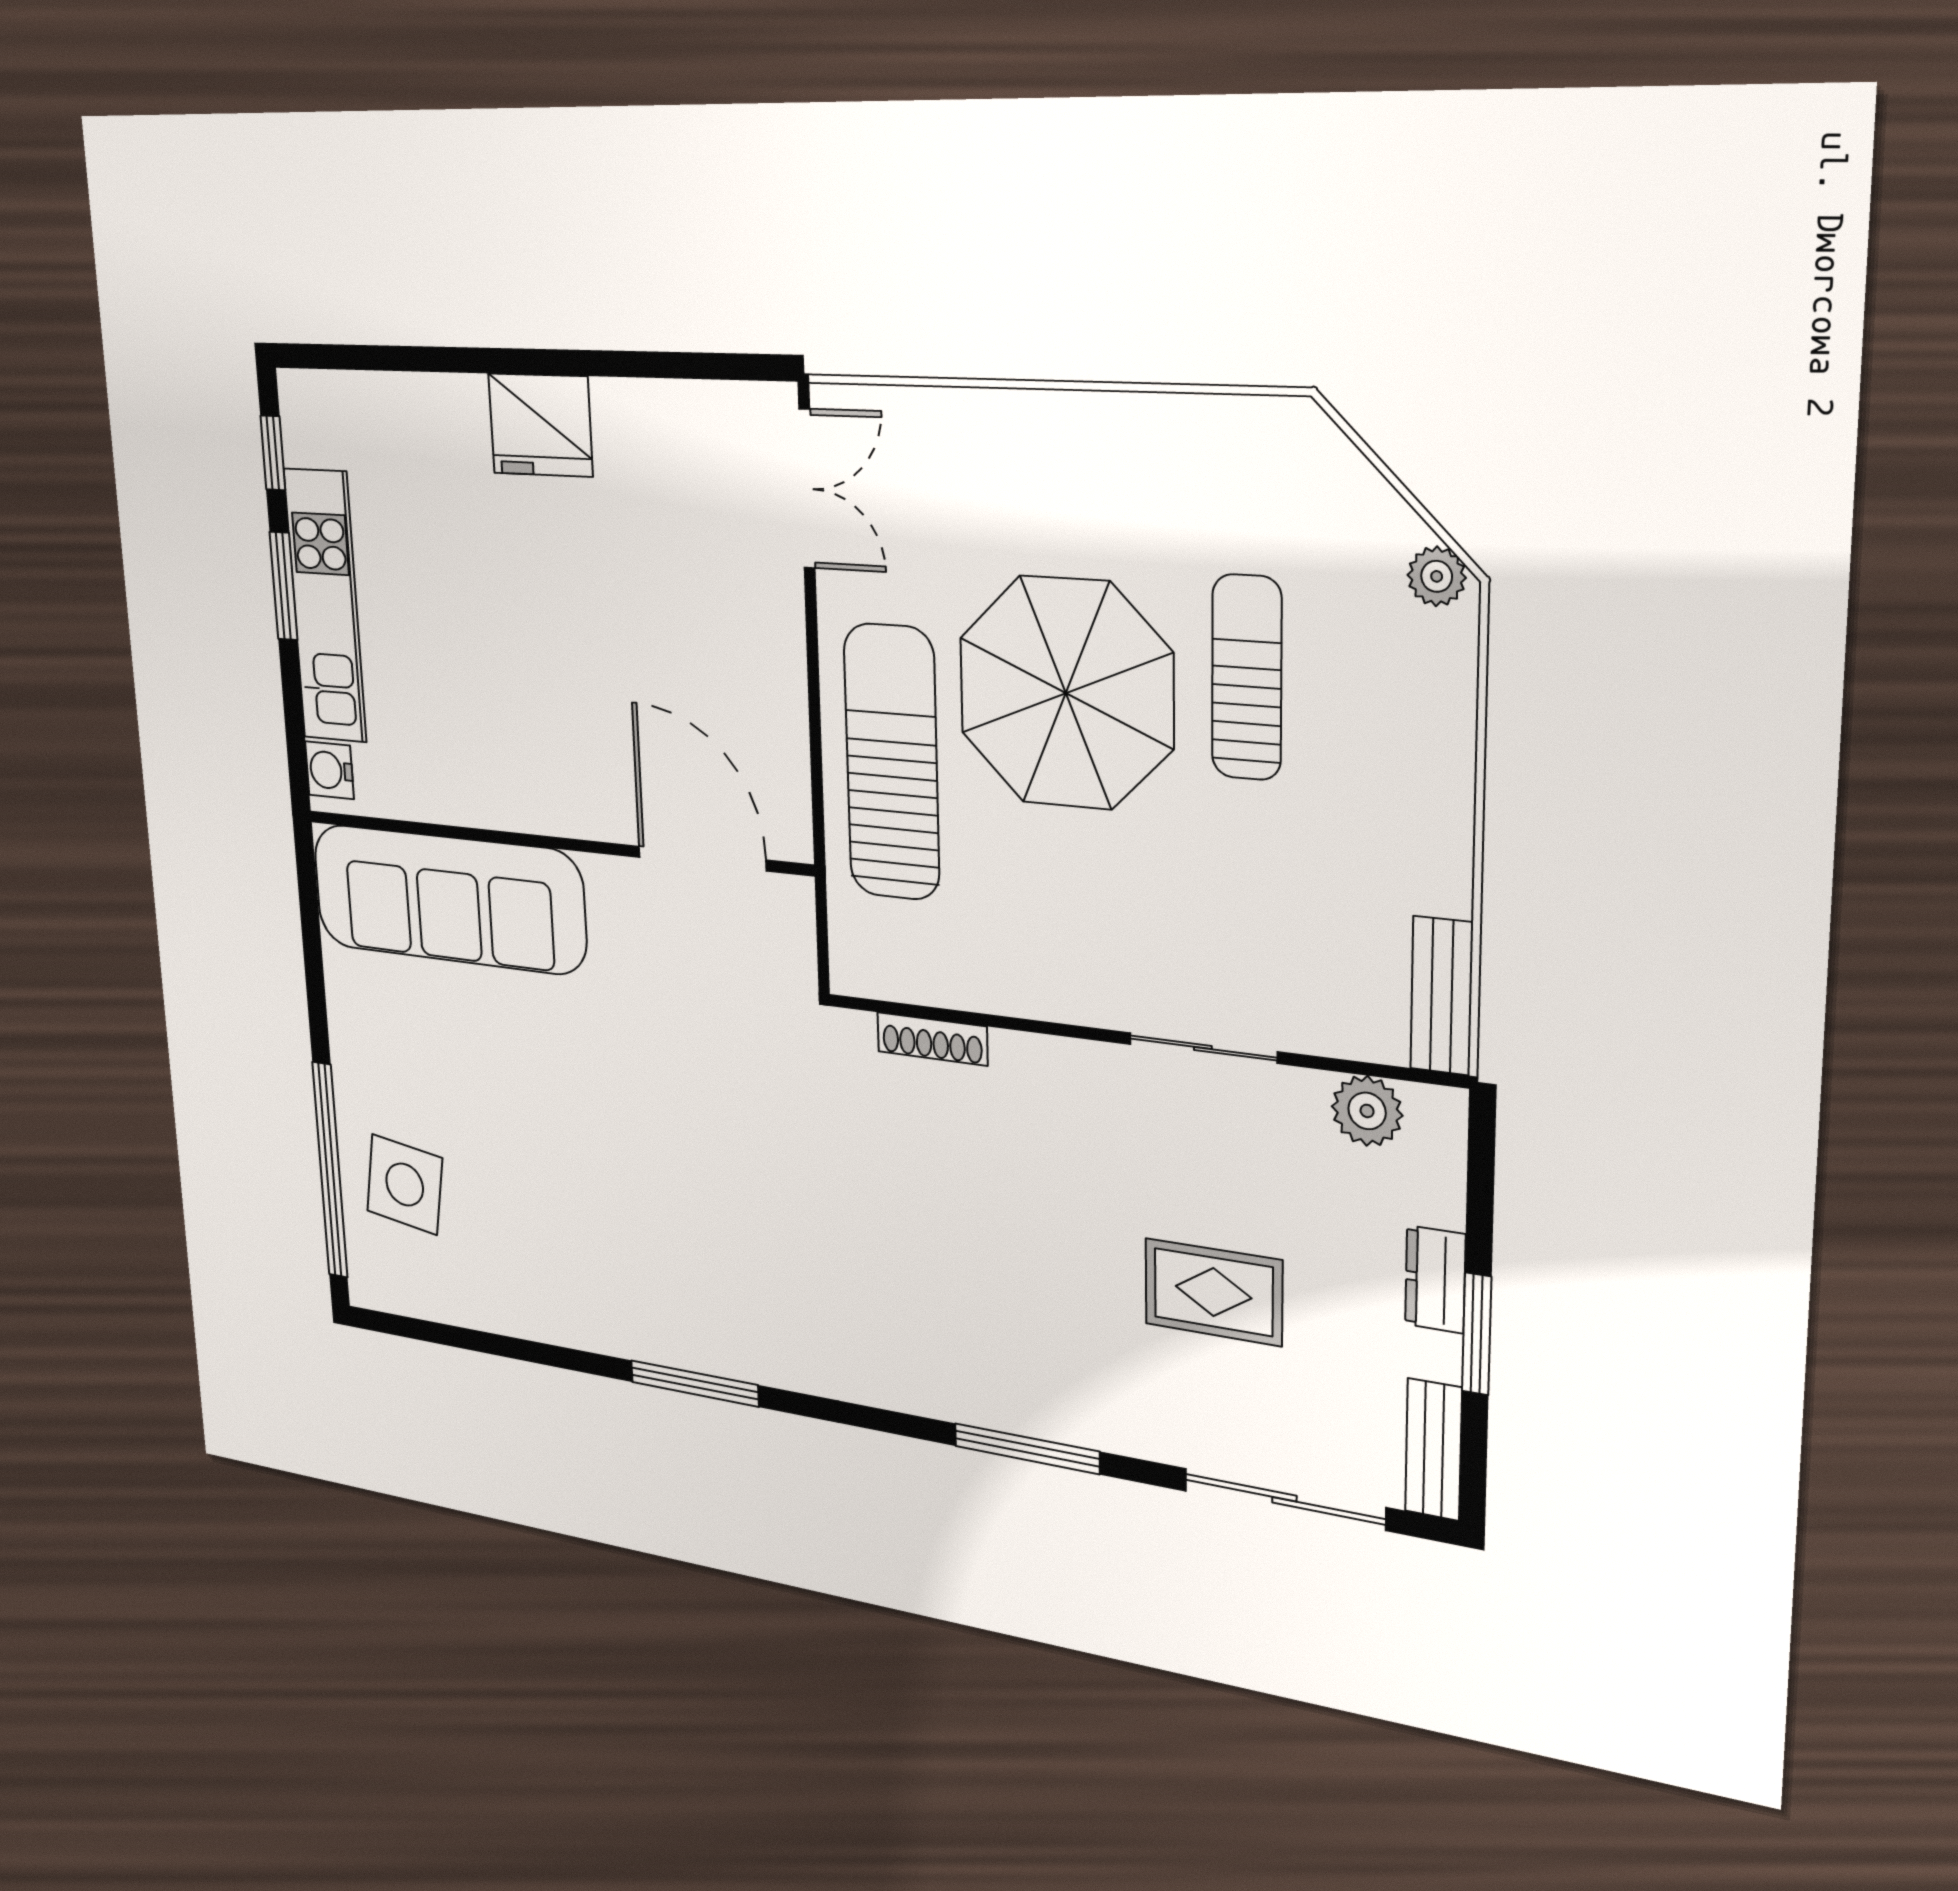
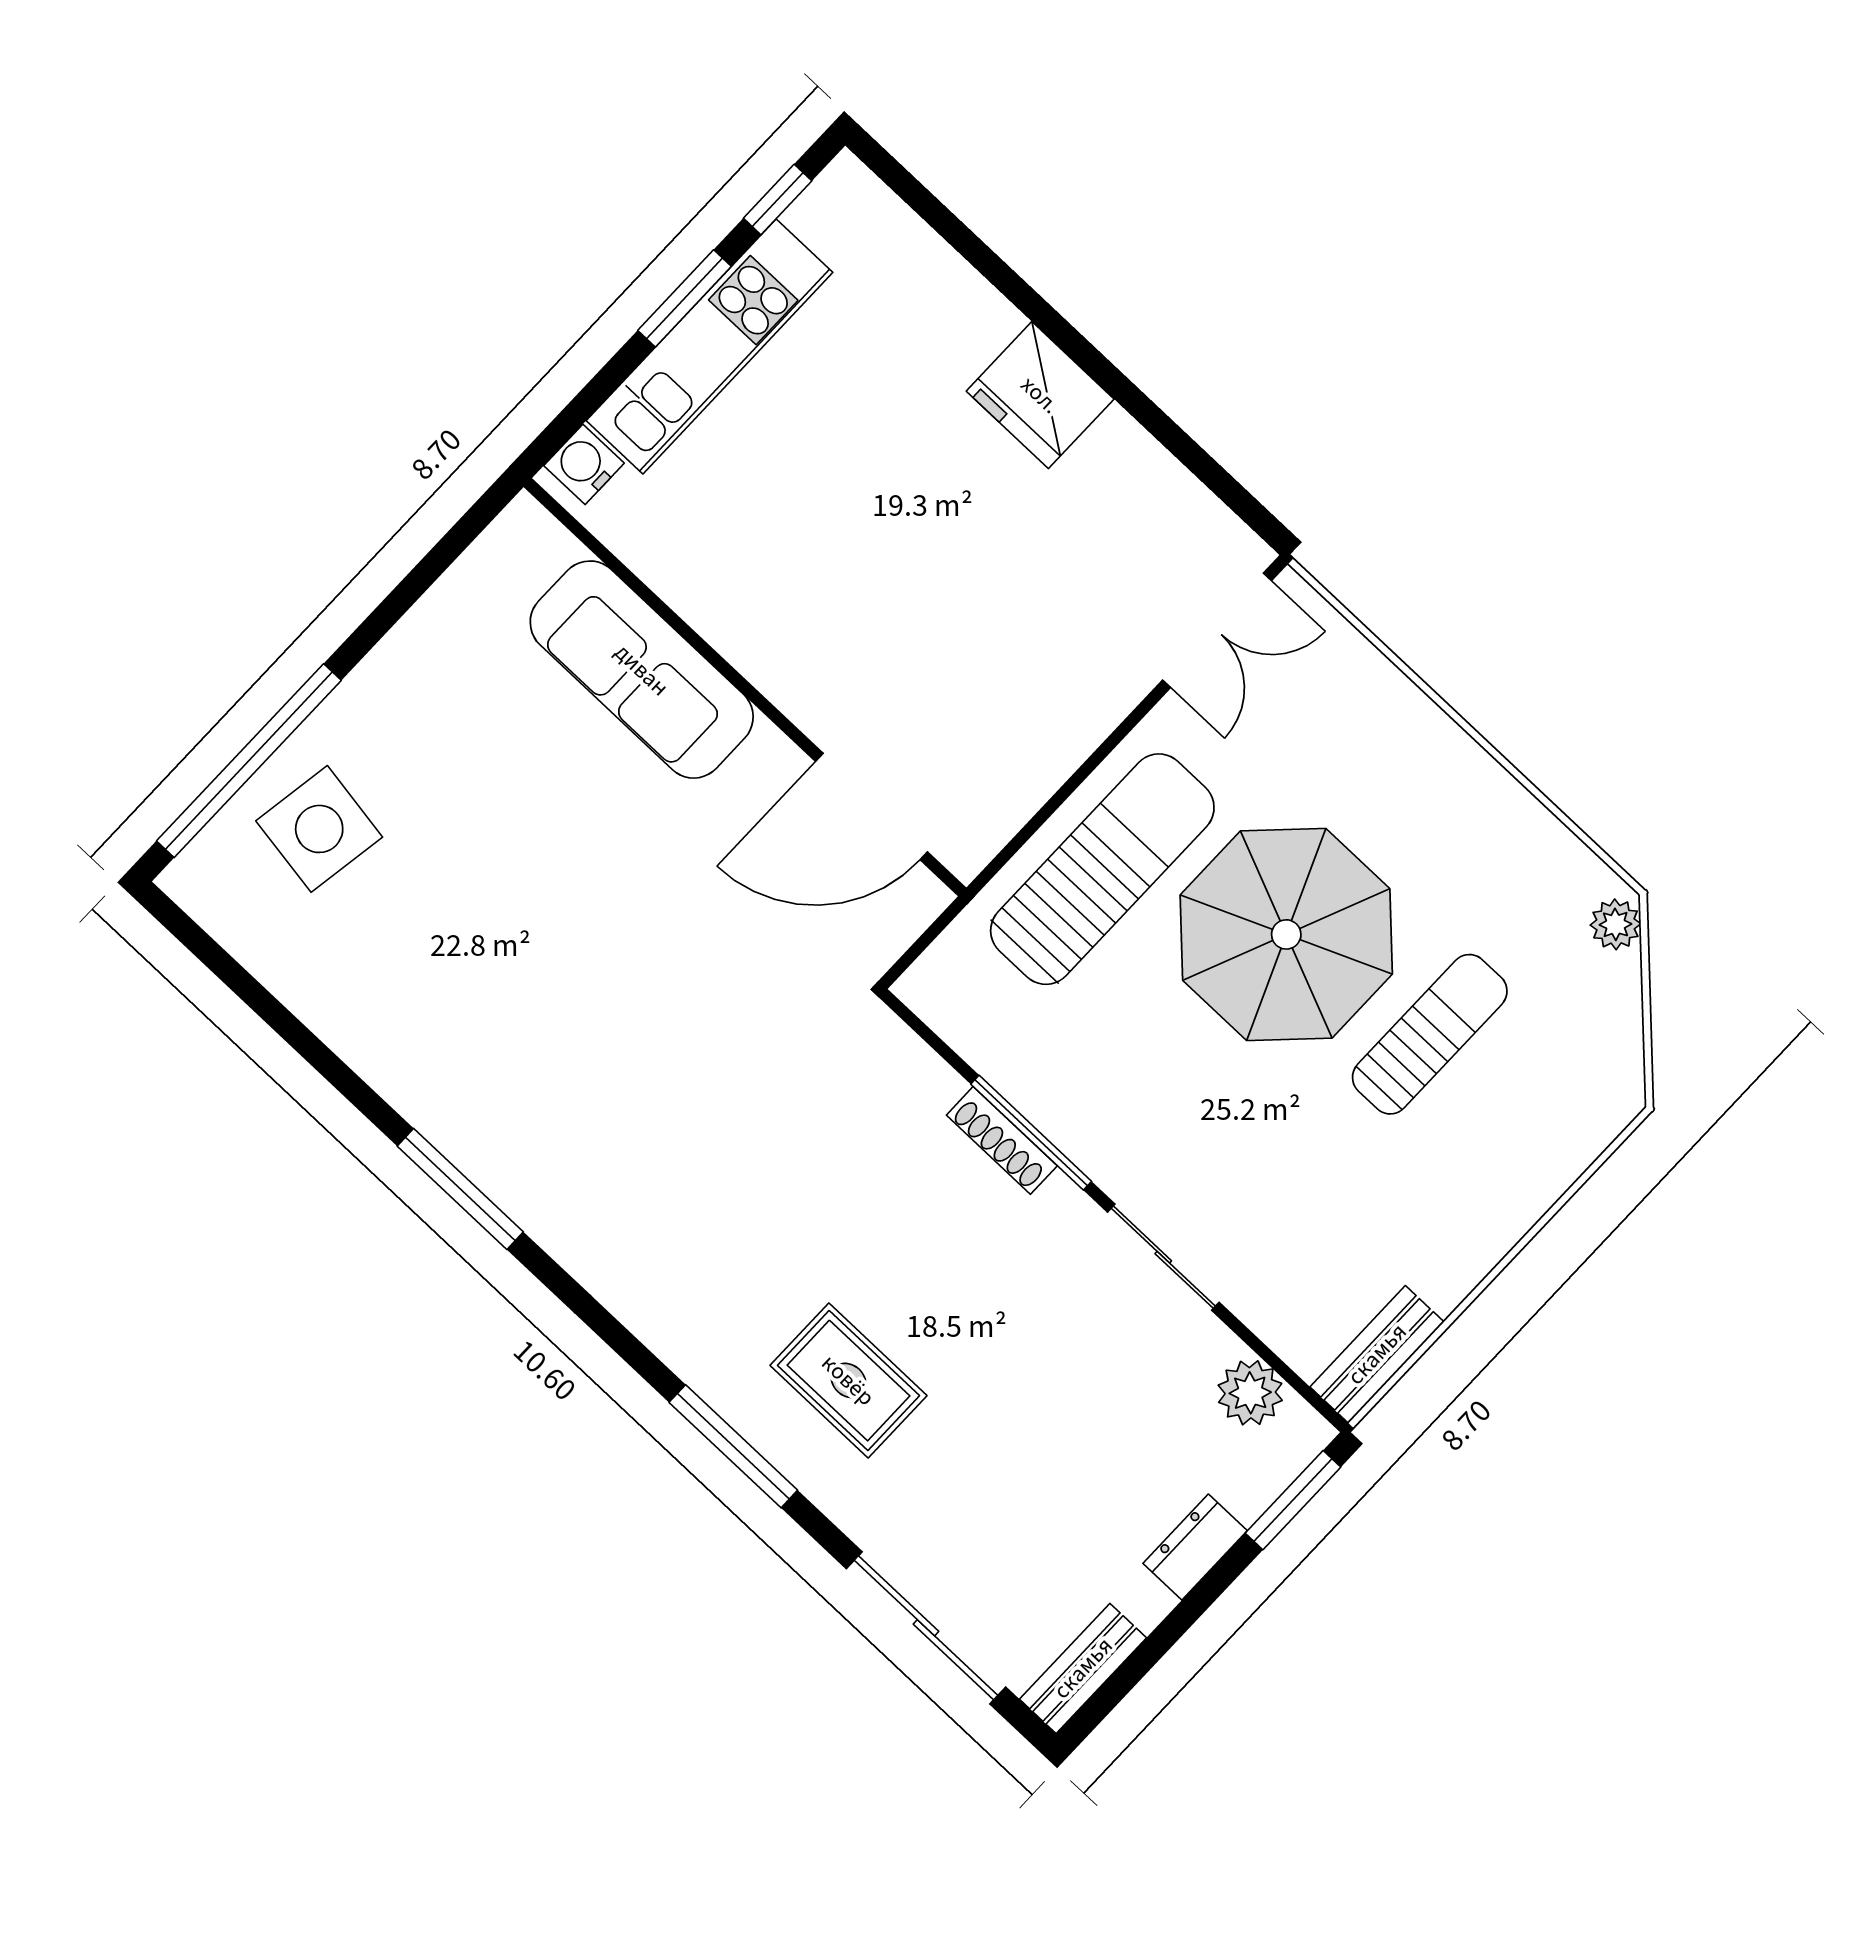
plant: (1437, 576) -> (1615, 924), moved
door: (702, 859) -> (872, 807), swing flipped
sofa: (448, 899) -> (642, 670), width x0.74, depth x0.79
window: (1021, 1025) -> (1031, 1133), added
shoe rack: (932, 1039) -> (1002, 1140), moved
rug: (1213, 1292) -> (848, 1380), moved
window: (1477, 1334) -> (1293, 1500), moved

